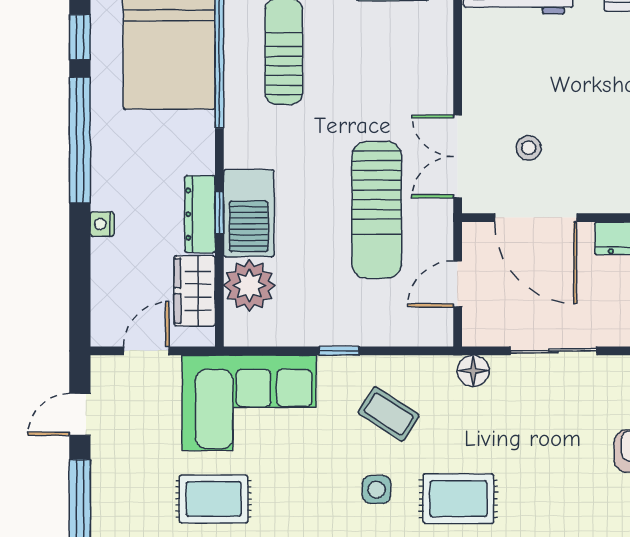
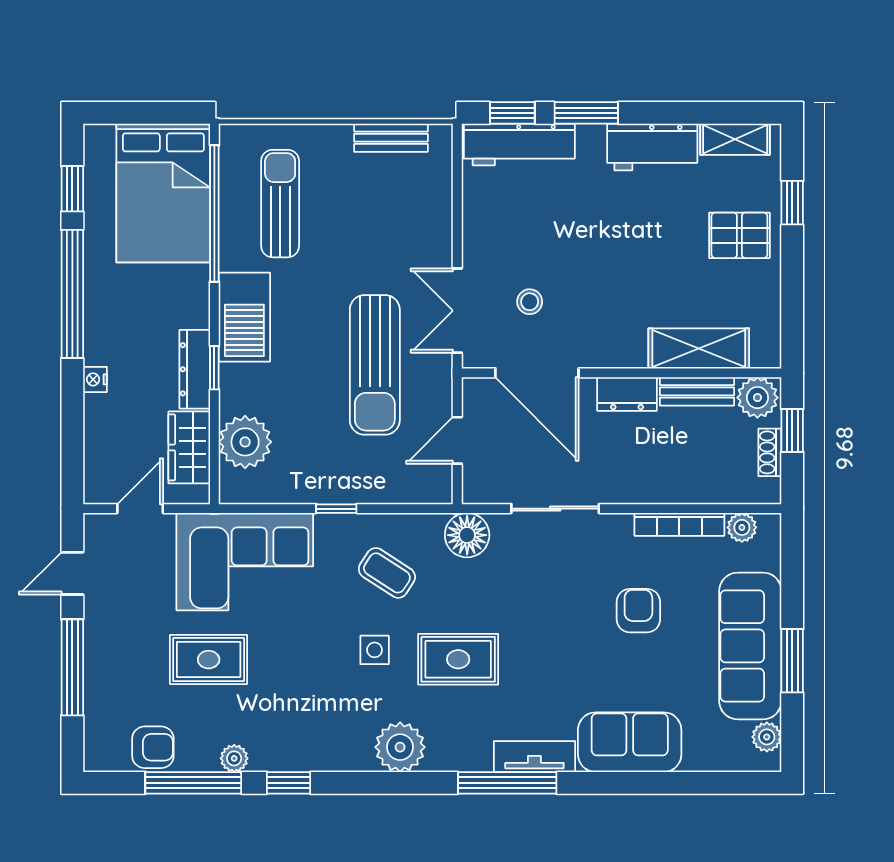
barbecue: (249, 213) -> (244, 317), moved
floor lamp: (473, 371) -> (467, 535), width x1.38, depth x1.38

